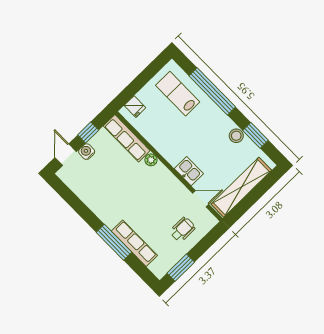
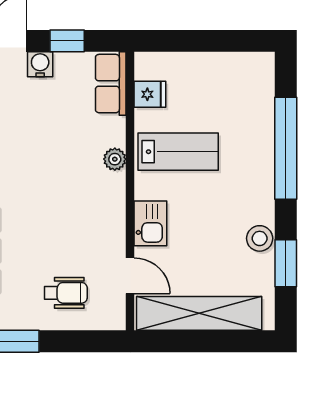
lab bench: (178, 94) -> (178, 152), moved, turned 90
fridge: (135, 107) -> (150, 94), moved, turned -90
row of seats: (127, 138) -> (111, 84), width x0.68

